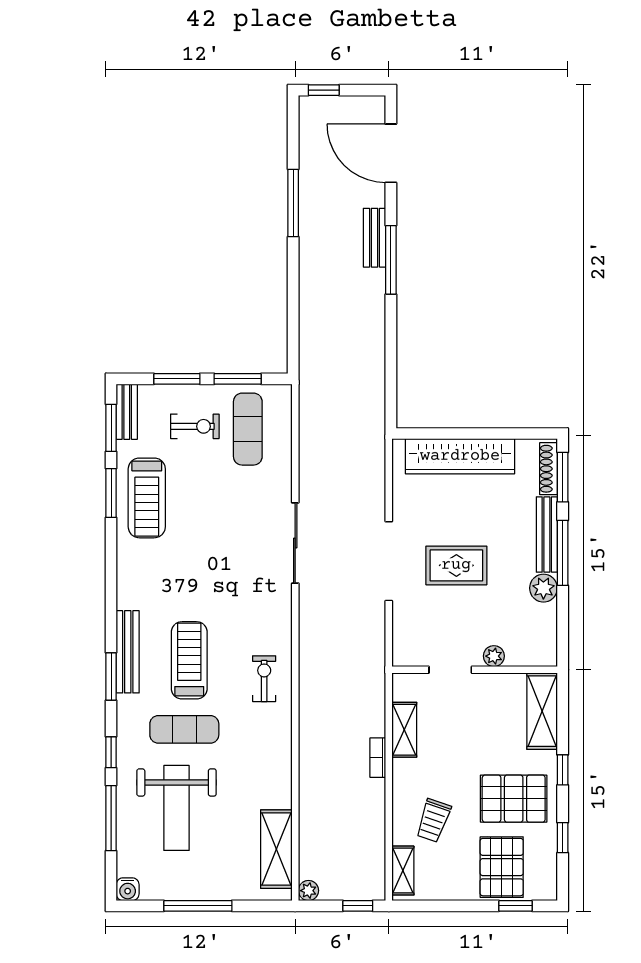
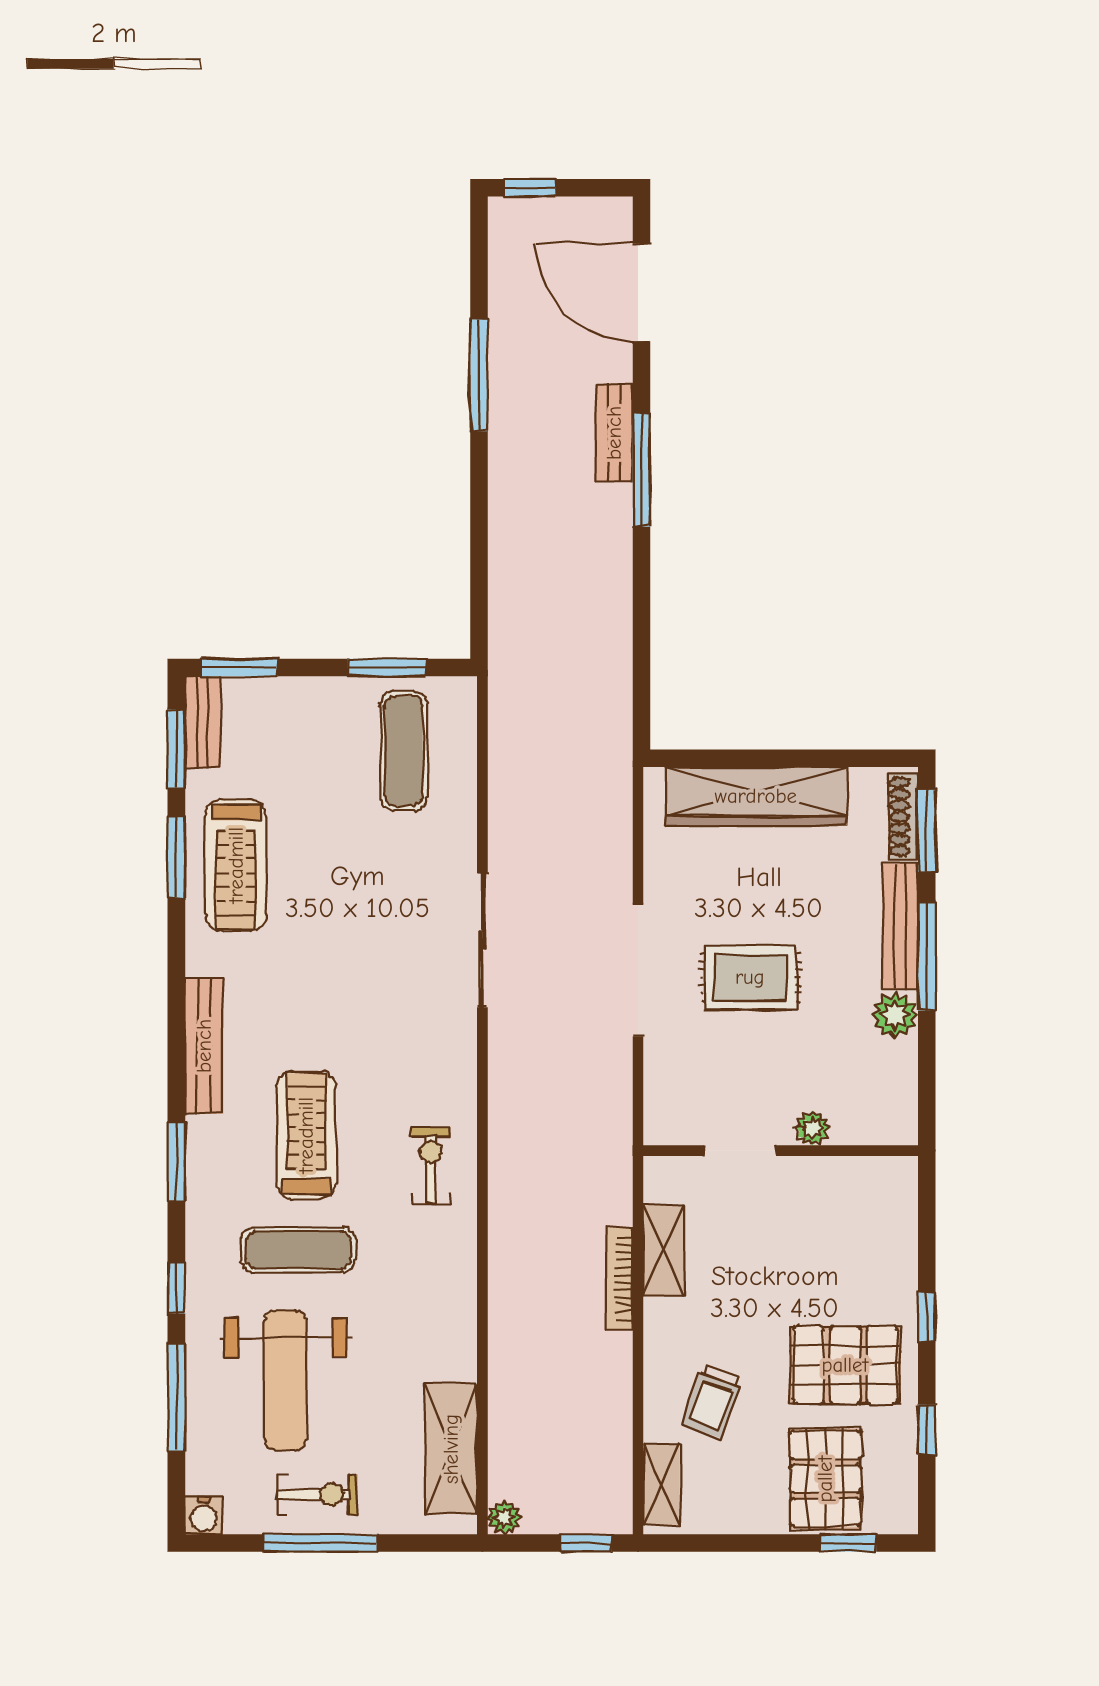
window: (177, 379) -> (239, 667), moved
exercise bike: (195, 426) -> (317, 1495), moved
bench: (128, 652) -> (204, 1046), moved
shelving: (542, 711) -> (893, 1219), removed
bookcase: (378, 758) -> (620, 1278), width x1.56

